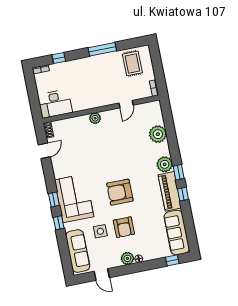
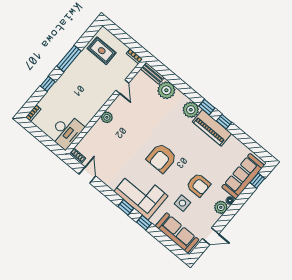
window: (59, 58) -> (48, 84), moved
bench: (158, 112) -> (152, 73), added
armchair: (120, 192) -> (162, 158), moved
sofa: (177, 233) -> (243, 176), moved, turned 90

